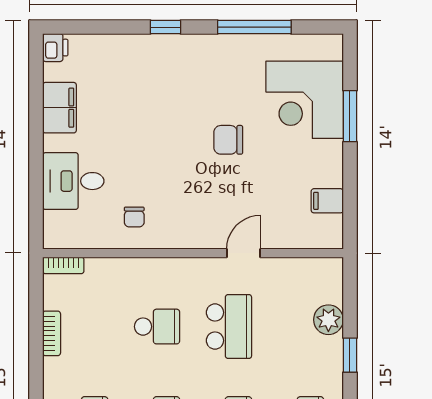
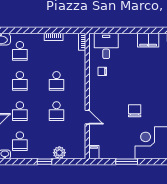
window: (350, 116) -> (127, 162), moved
desk: (73, 181) -> (106, 46), moved
filing cabinet: (327, 201) -> (94, 152), moved
school desk: (229, 327) -> (56, 111), width x0.54

